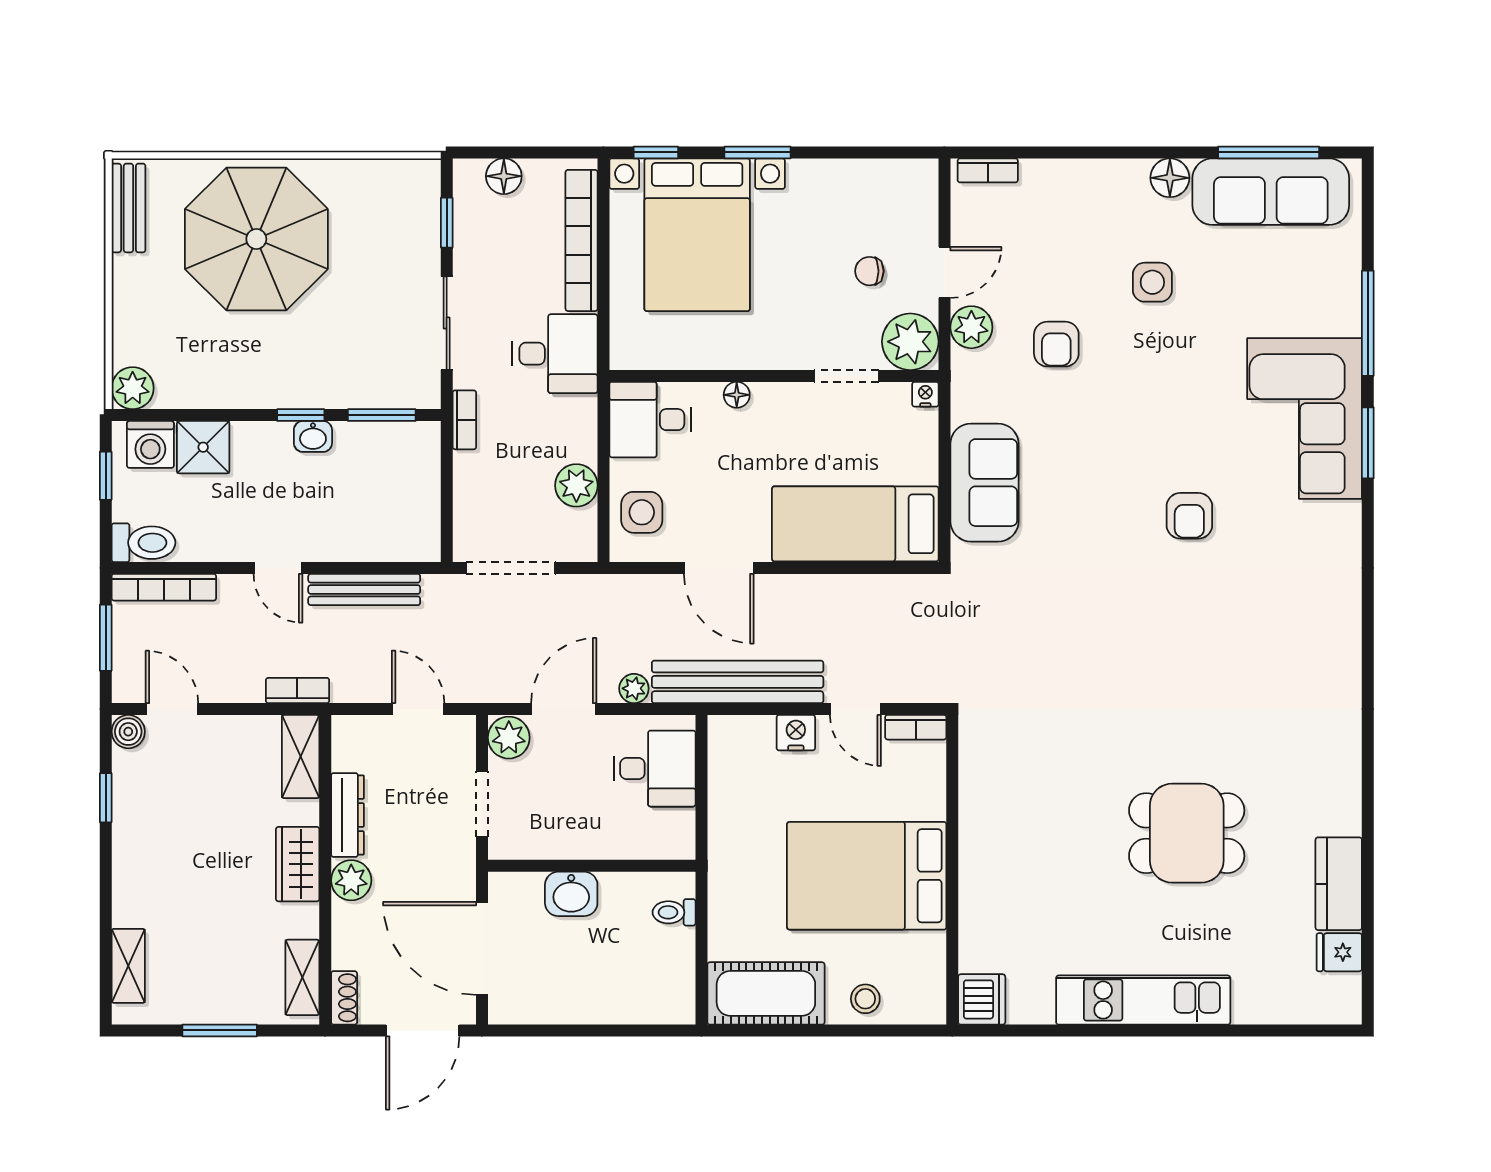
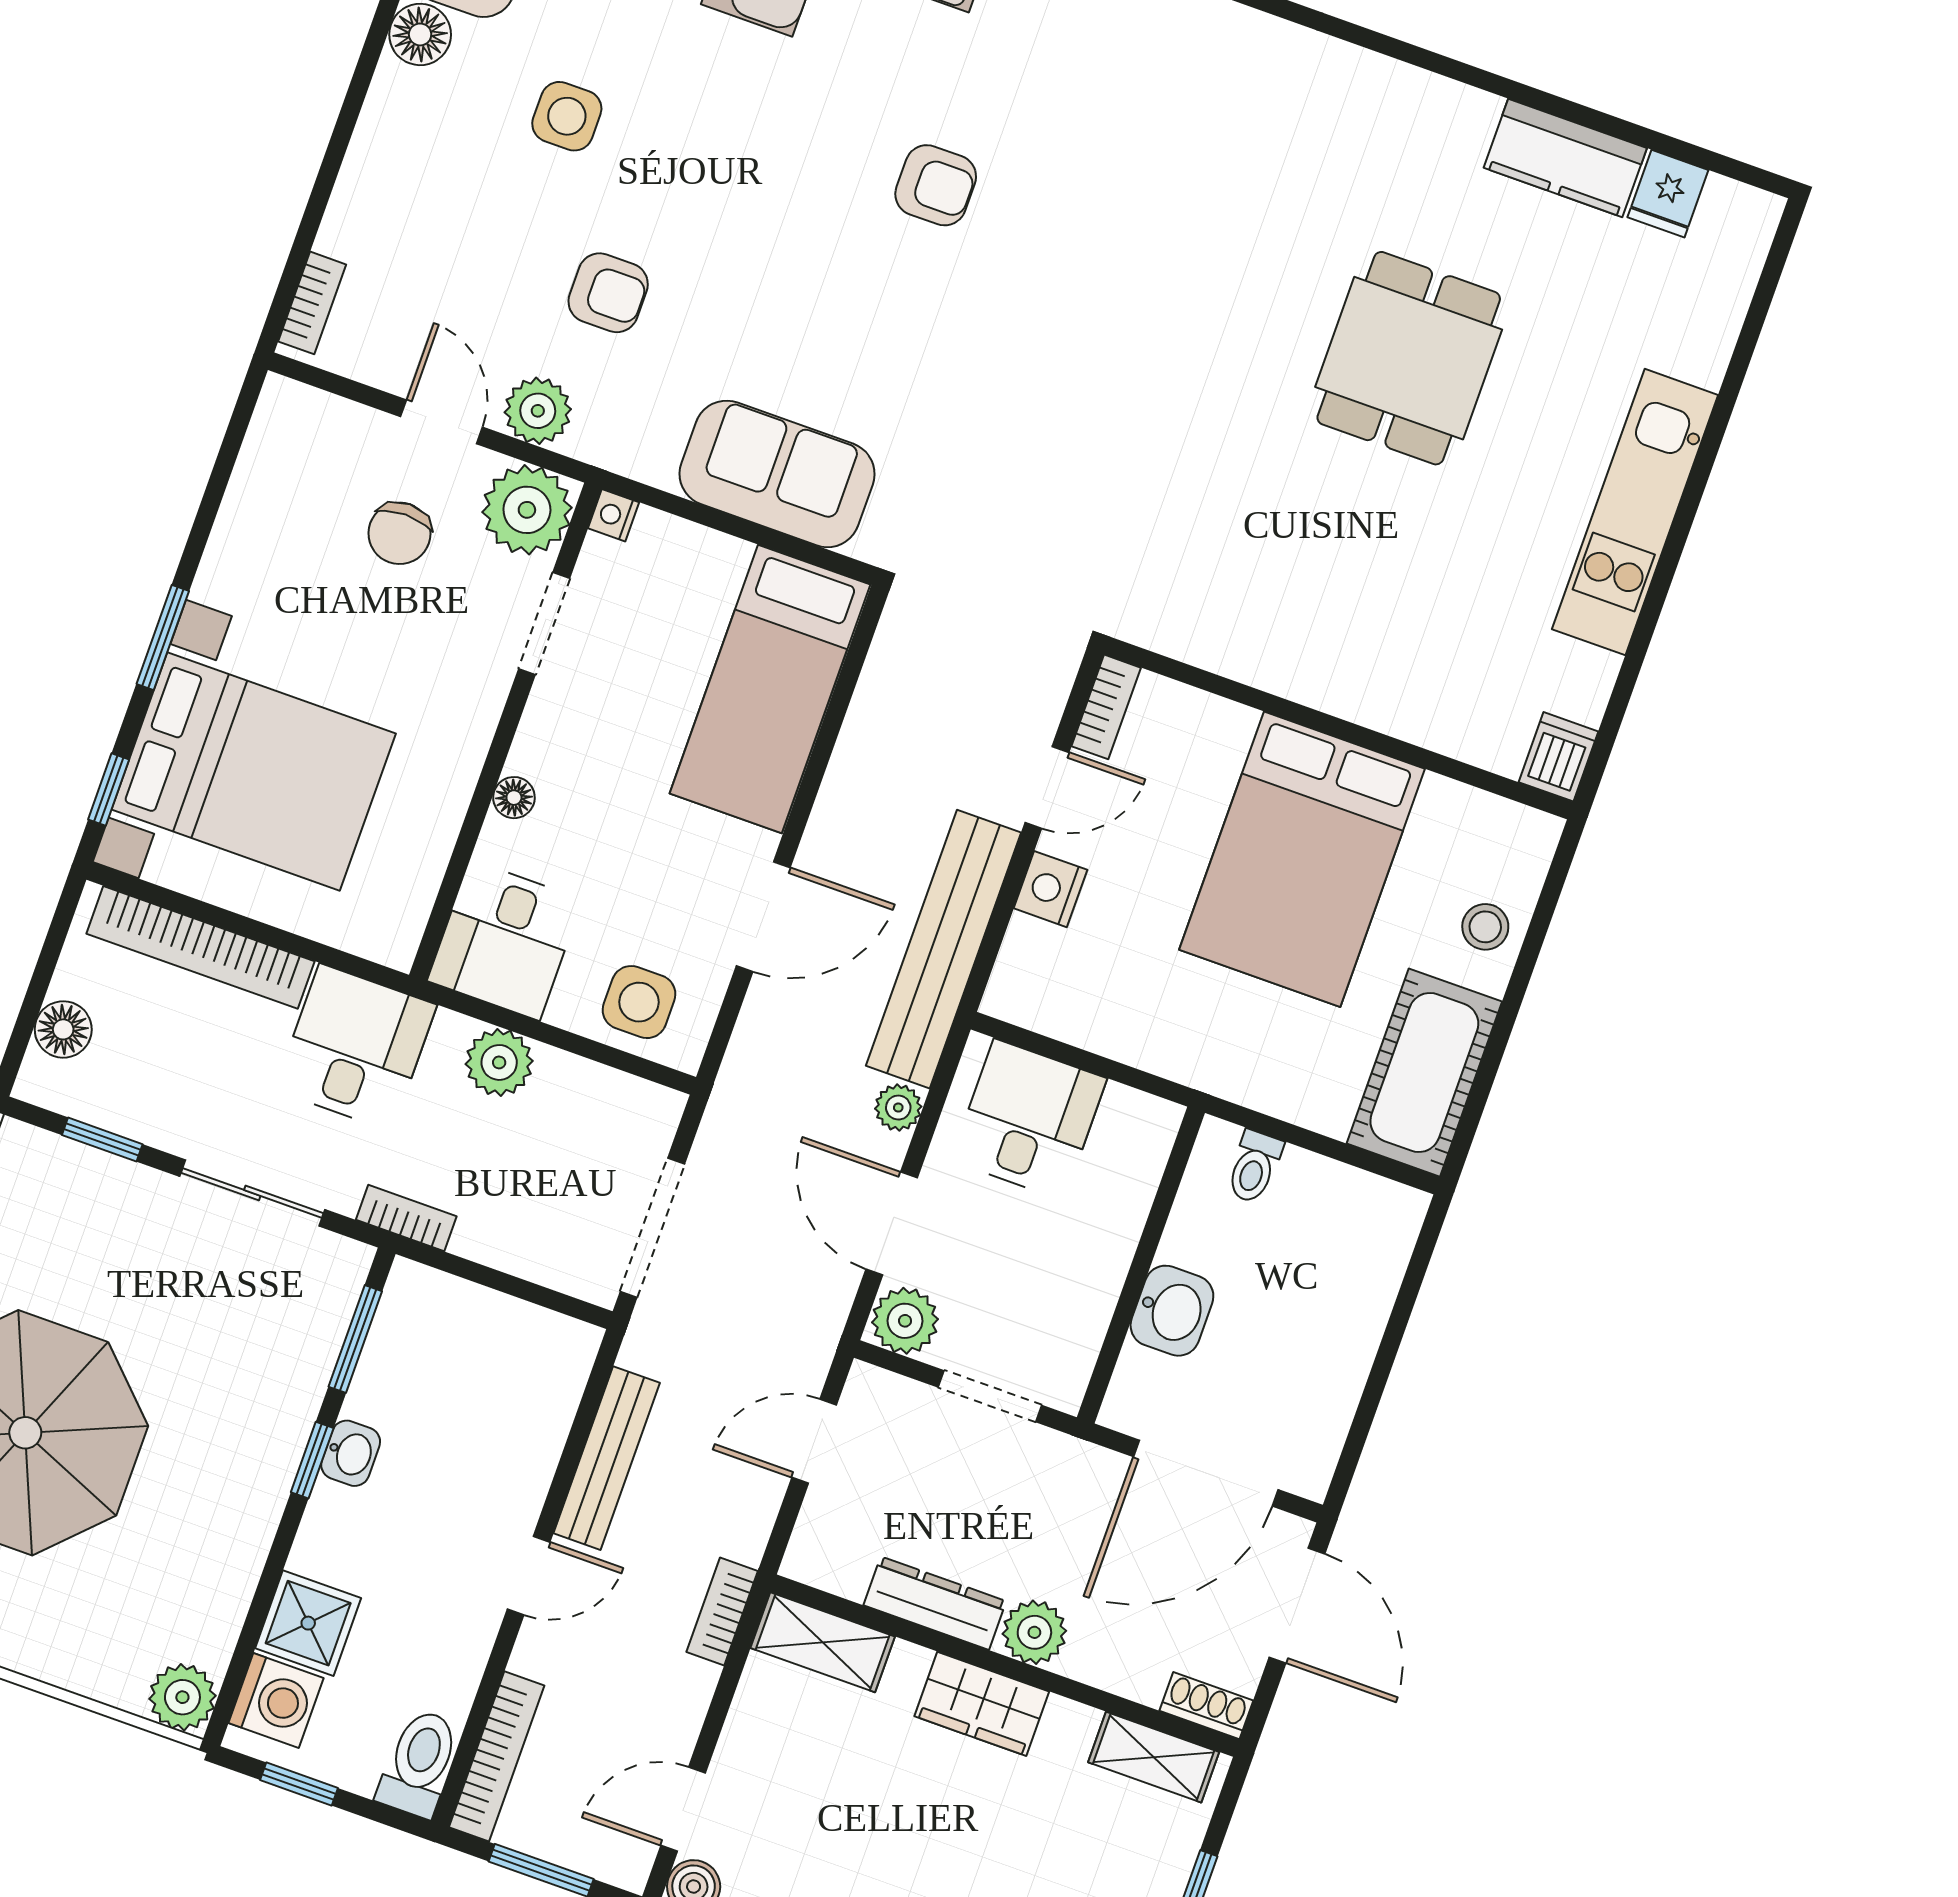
chair: (869, 271) -> (400, 533), width x1.37, depth x1.37
plant: (576, 485) -> (499, 1062), moved
dishwasher: (982, 999) -> (1559, 757), width x0.73

